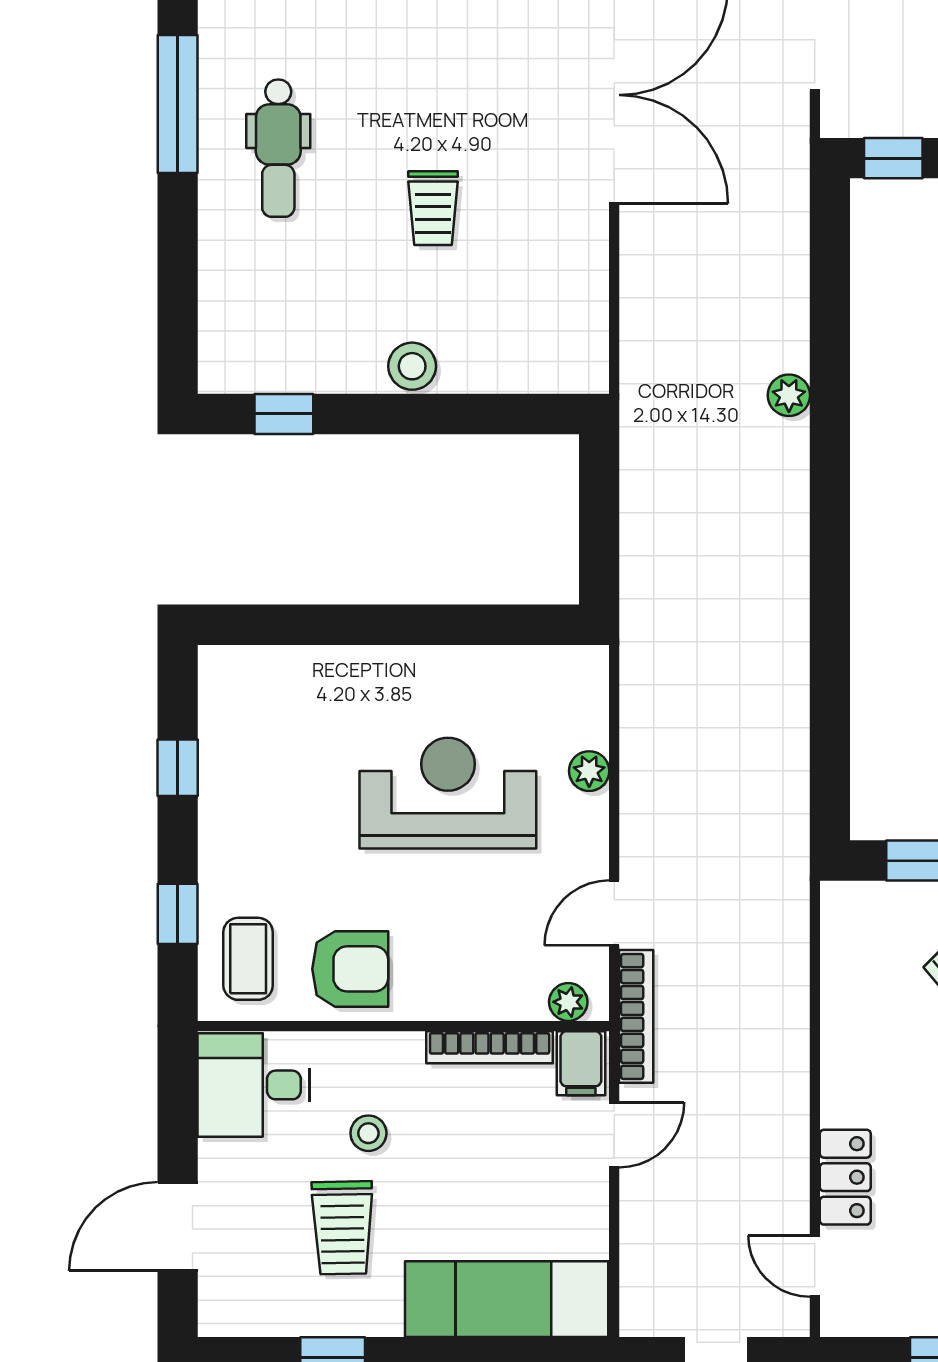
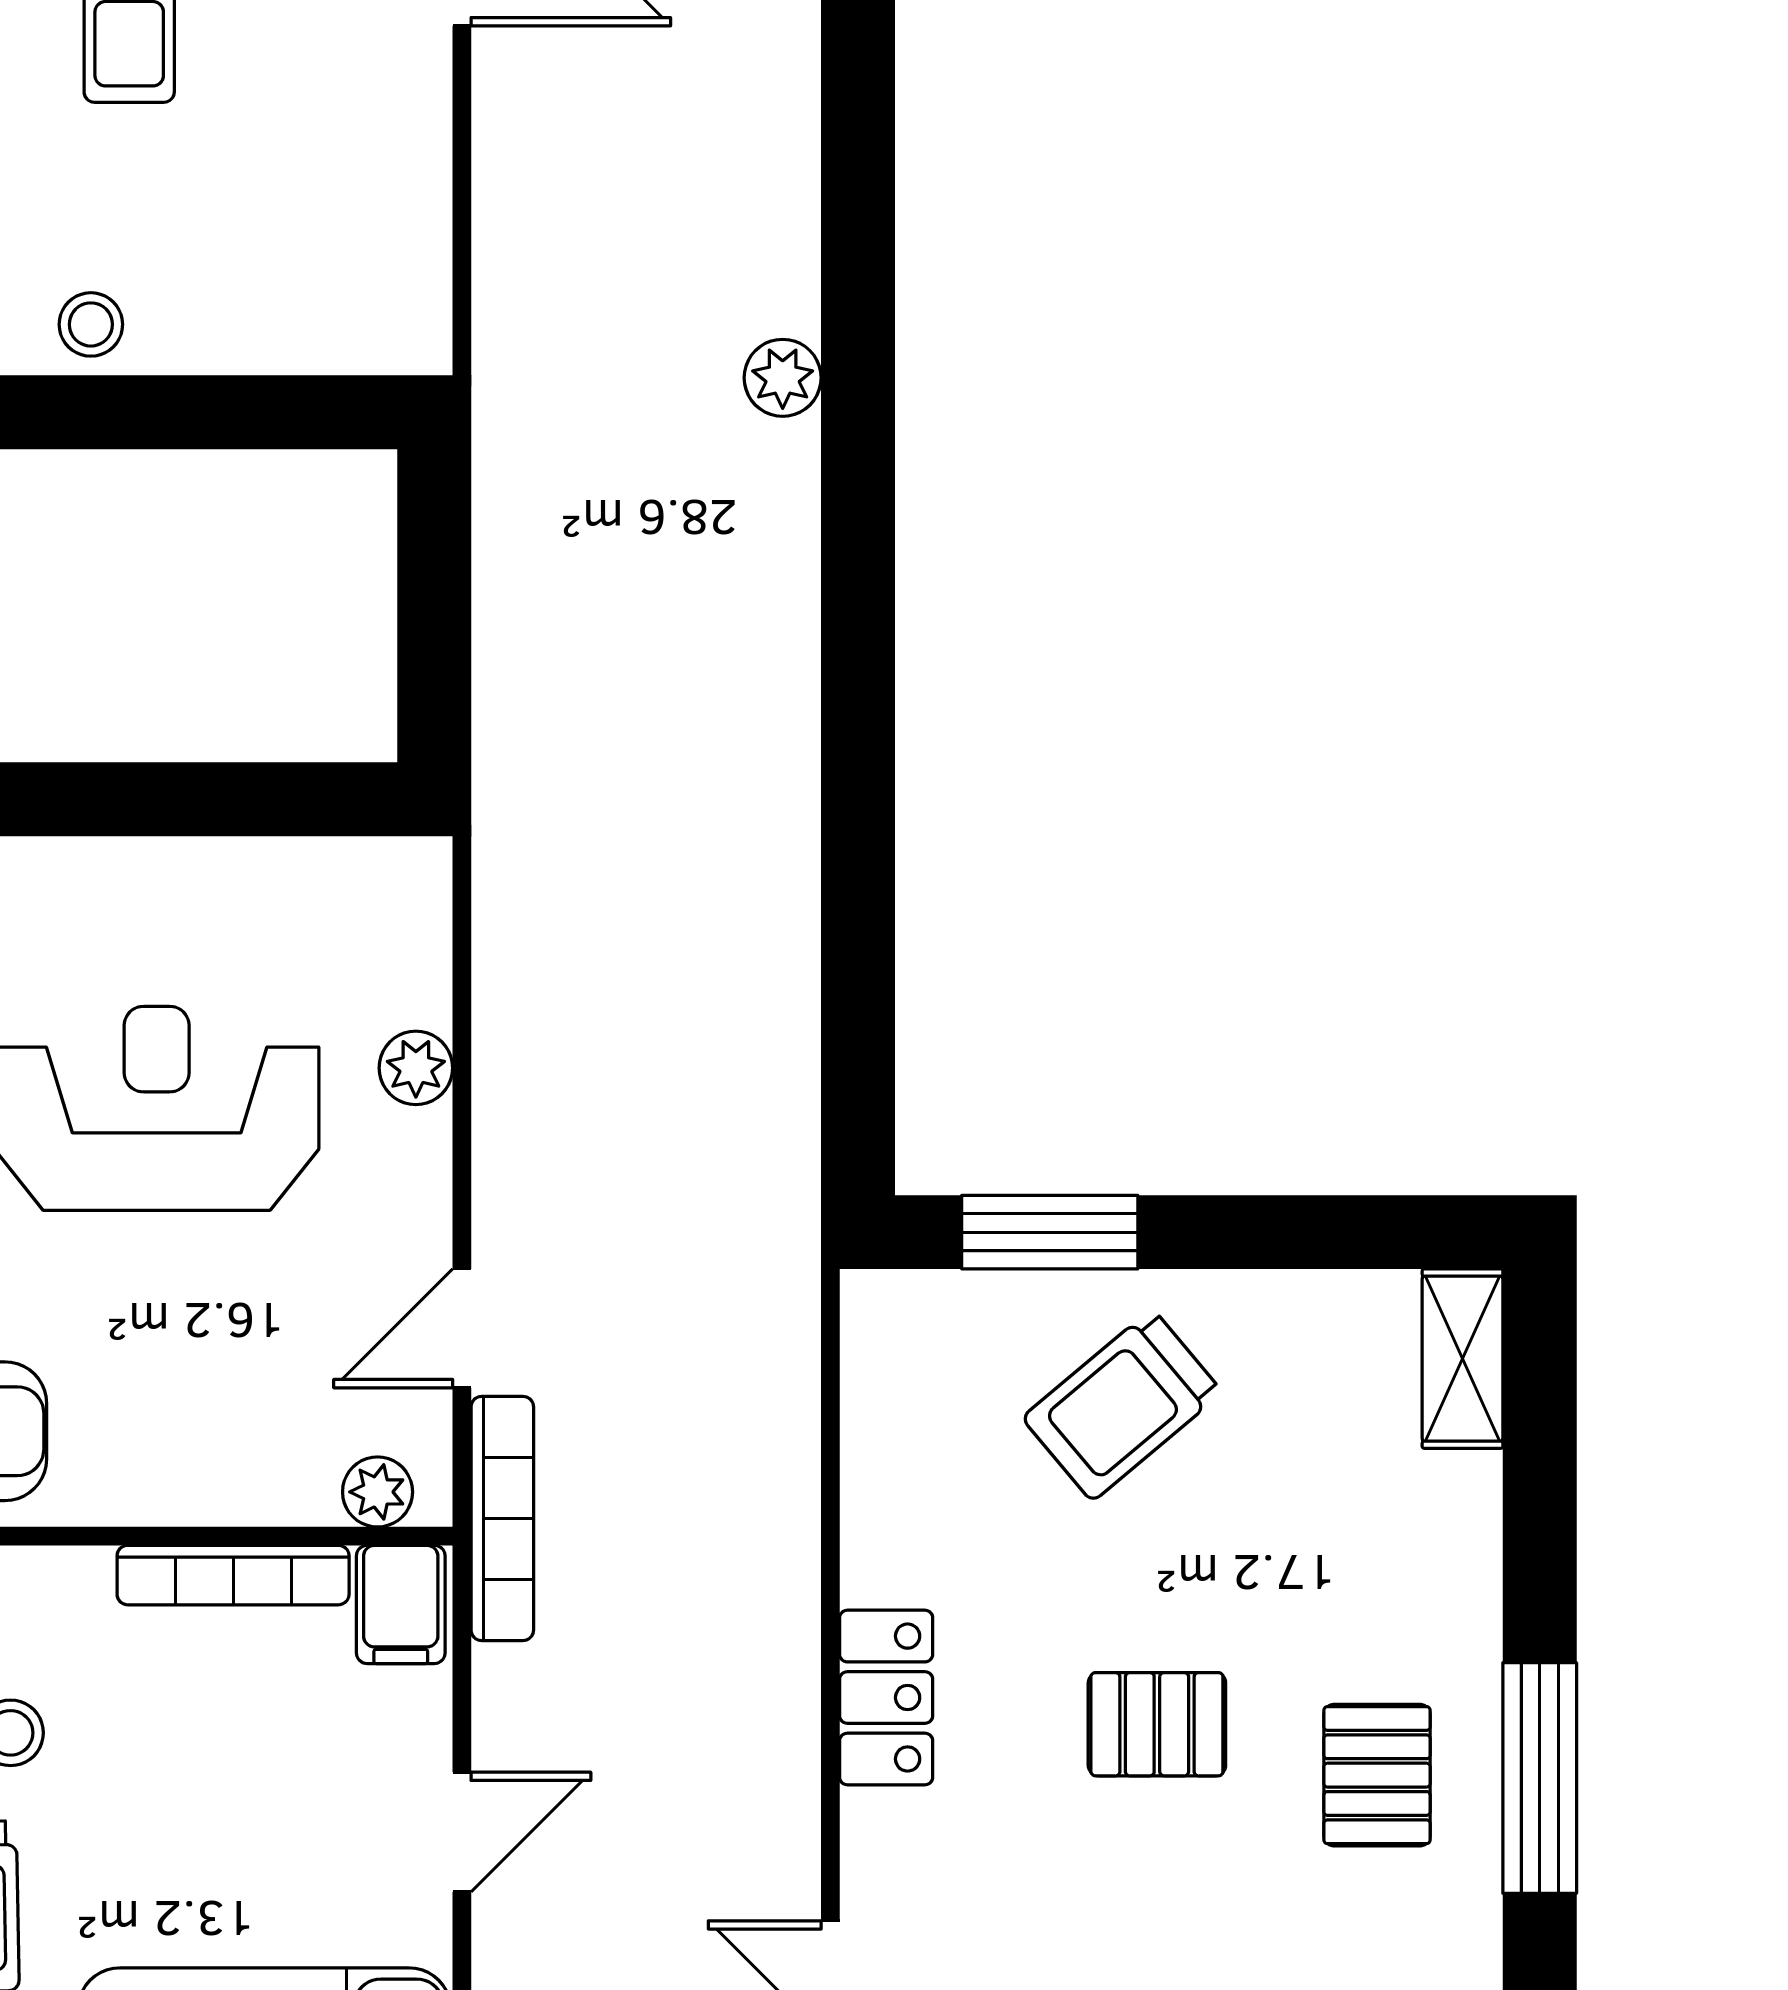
stool: (412, 366) -> (91, 324), width x0.73, depth x0.73
door: (614, 1135) -> (462, 1832), moved
locker: (845, 1177) -> (886, 1698), moved

